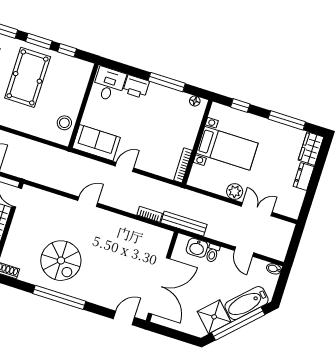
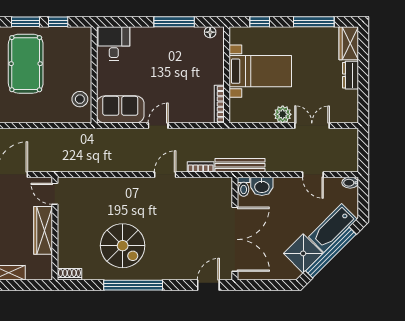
printer: (136, 87) -> (143, 37), removed
door: (88, 202) -> (165, 175), moved
toilet: (213, 253) -> (244, 187), moved

